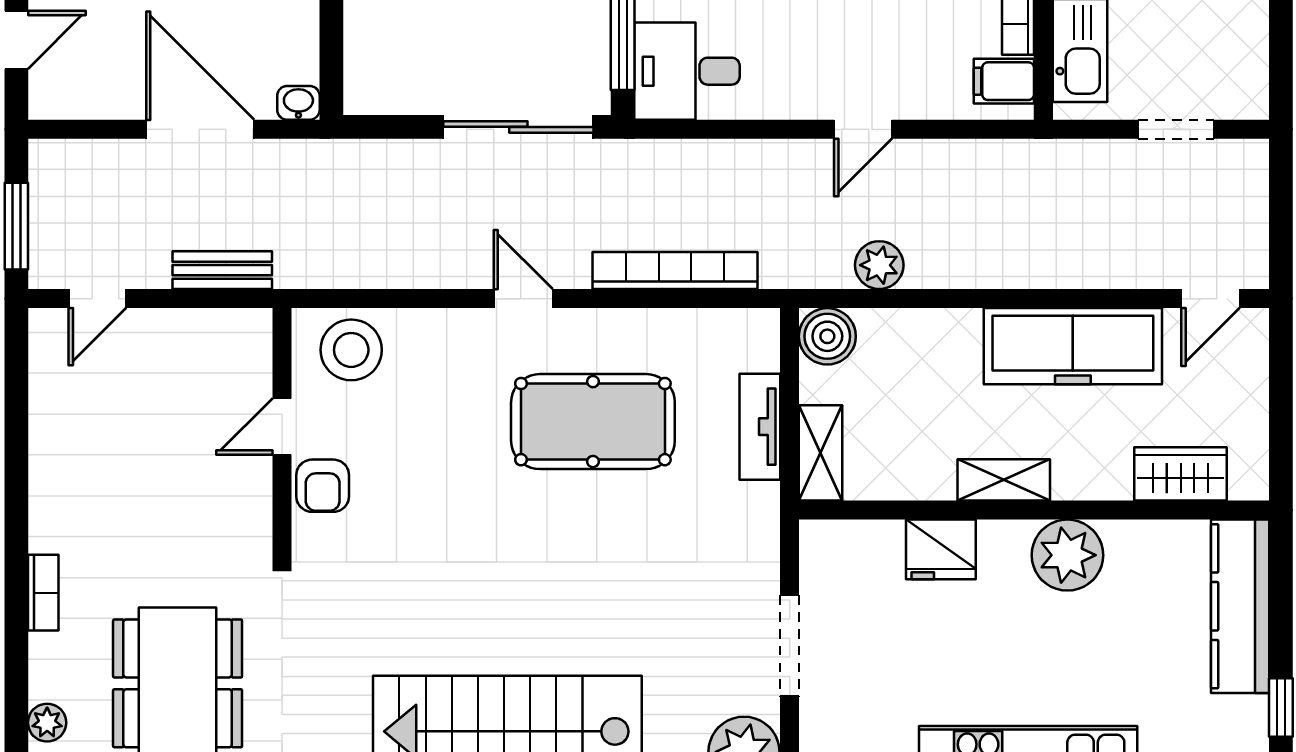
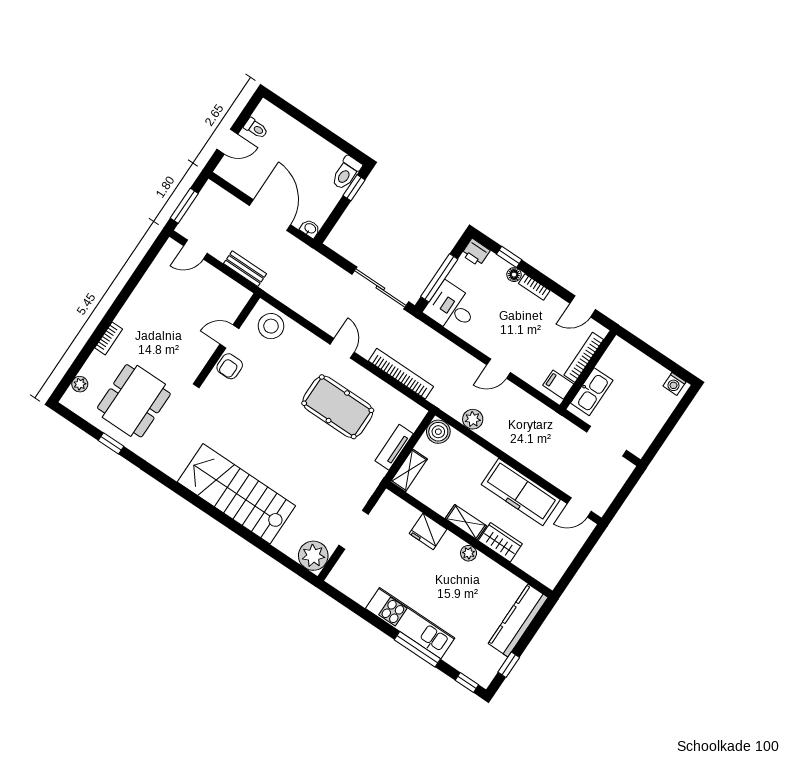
doorway: (1176, 129) -> (607, 441), width x1.38
wardrobe: (1181, 474) -> (500, 542), moved
plant: (1067, 555) -> (469, 553), width x0.53, depth x0.53

